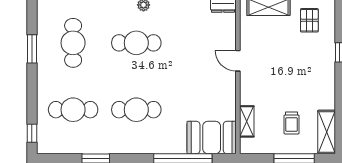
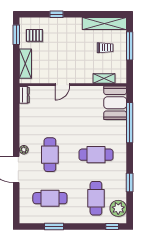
cafe table: (136, 110) -> (96, 155), turned 90
shelving: (327, 132) -> (104, 24), width x1.47
plant: (58, 142) -> (118, 208), added

